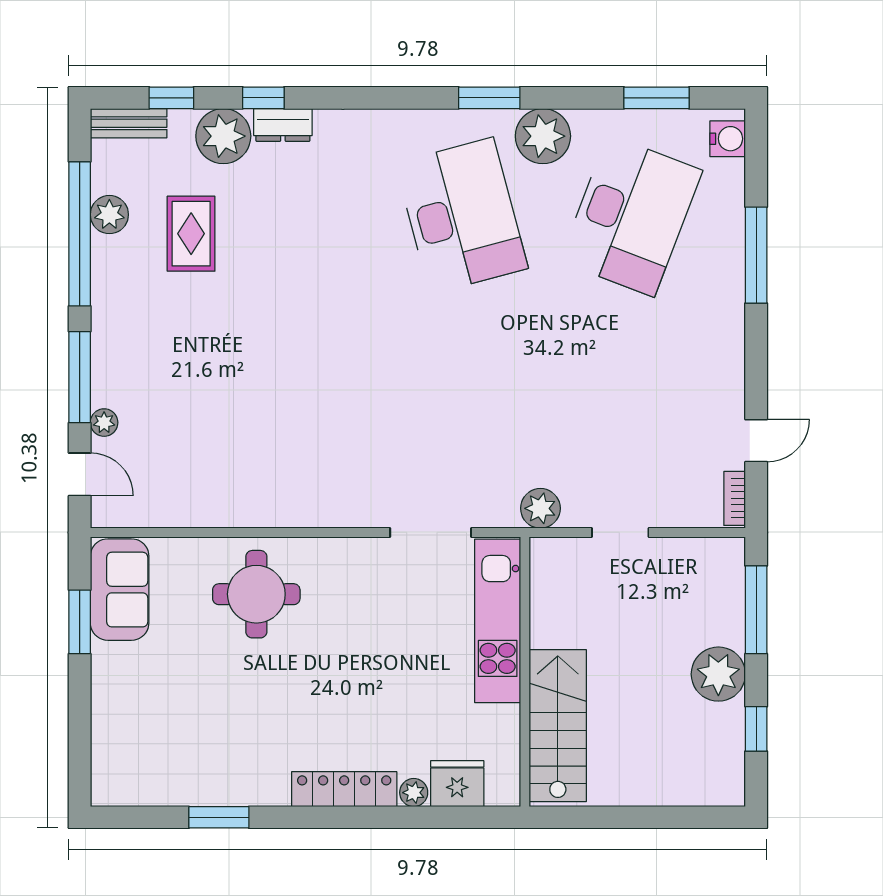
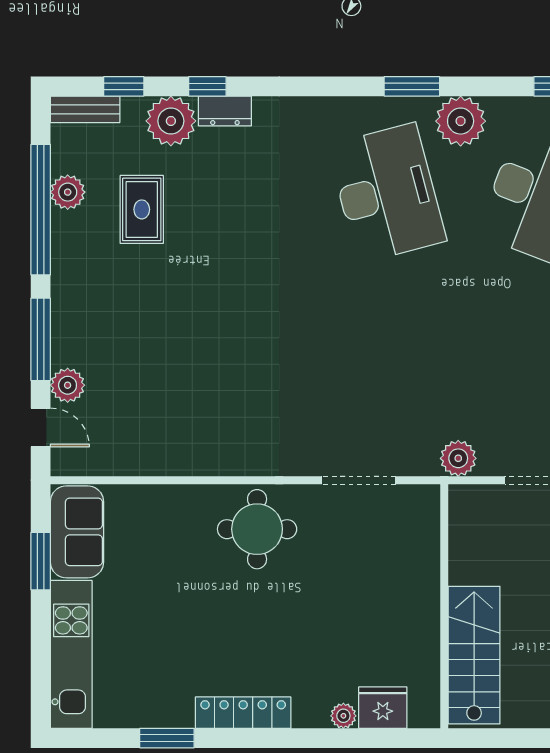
plant: (104, 423) -> (68, 385), width x1.38, depth x1.38
round table: (256, 594) -> (257, 529), moved
kitchen unit: (498, 621) -> (71, 654), moved, turned 180
locker: (344, 789) -> (243, 713), moved

